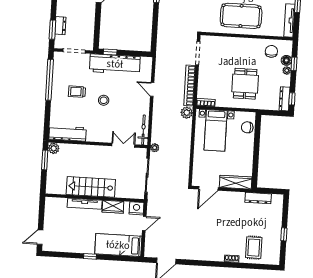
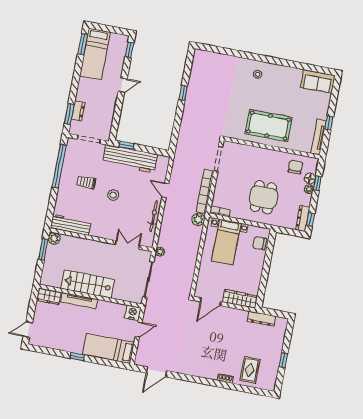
bicycle: (143, 130) -> (154, 216), moved
wardrobe: (113, 207) -> (49, 296), moved

